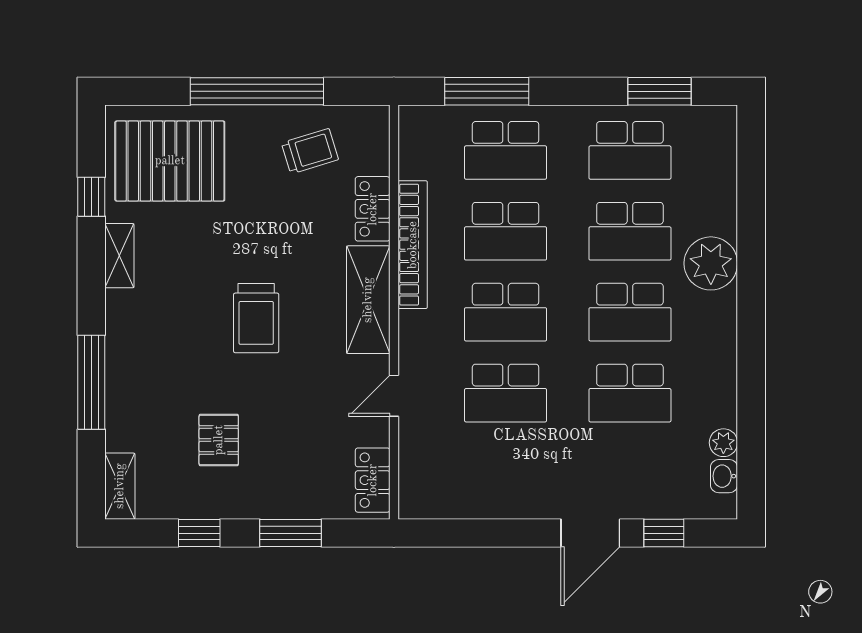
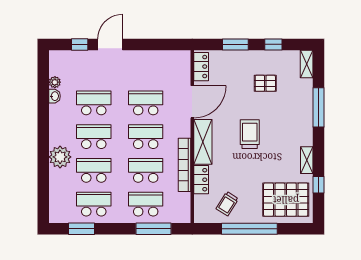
trolley: (310, 151) -> (227, 204), turned -41
door: (394, 396) -> (192, 102), width x1.88
pallet: (219, 440) -> (265, 83), turned 90
washbasin: (724, 476) -> (55, 96), moved

